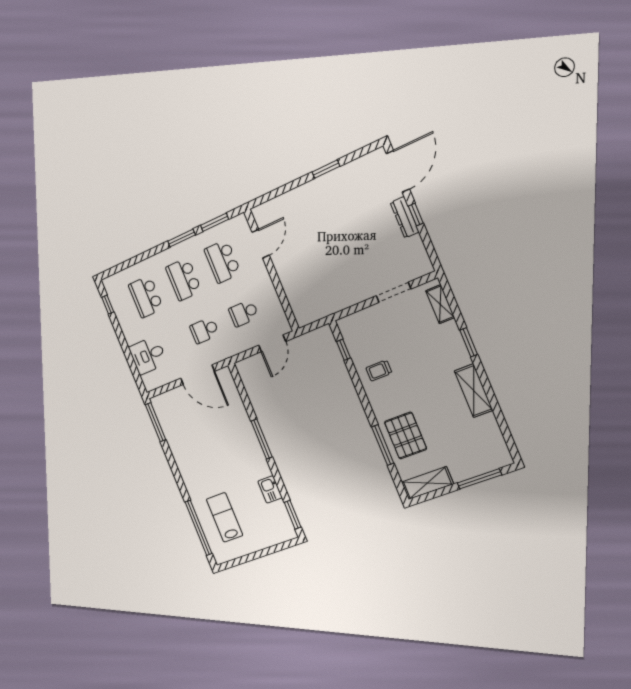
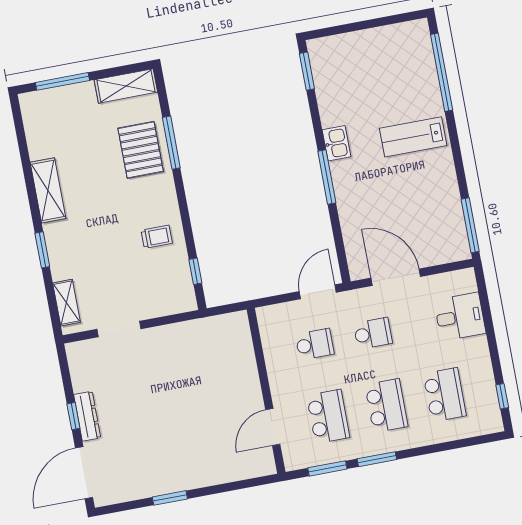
door: (272, 343) -> (318, 292), moved
kitchen sink: (270, 489) -> (336, 143), moved
lab bench: (224, 517) -> (413, 137), moved, turned 90

